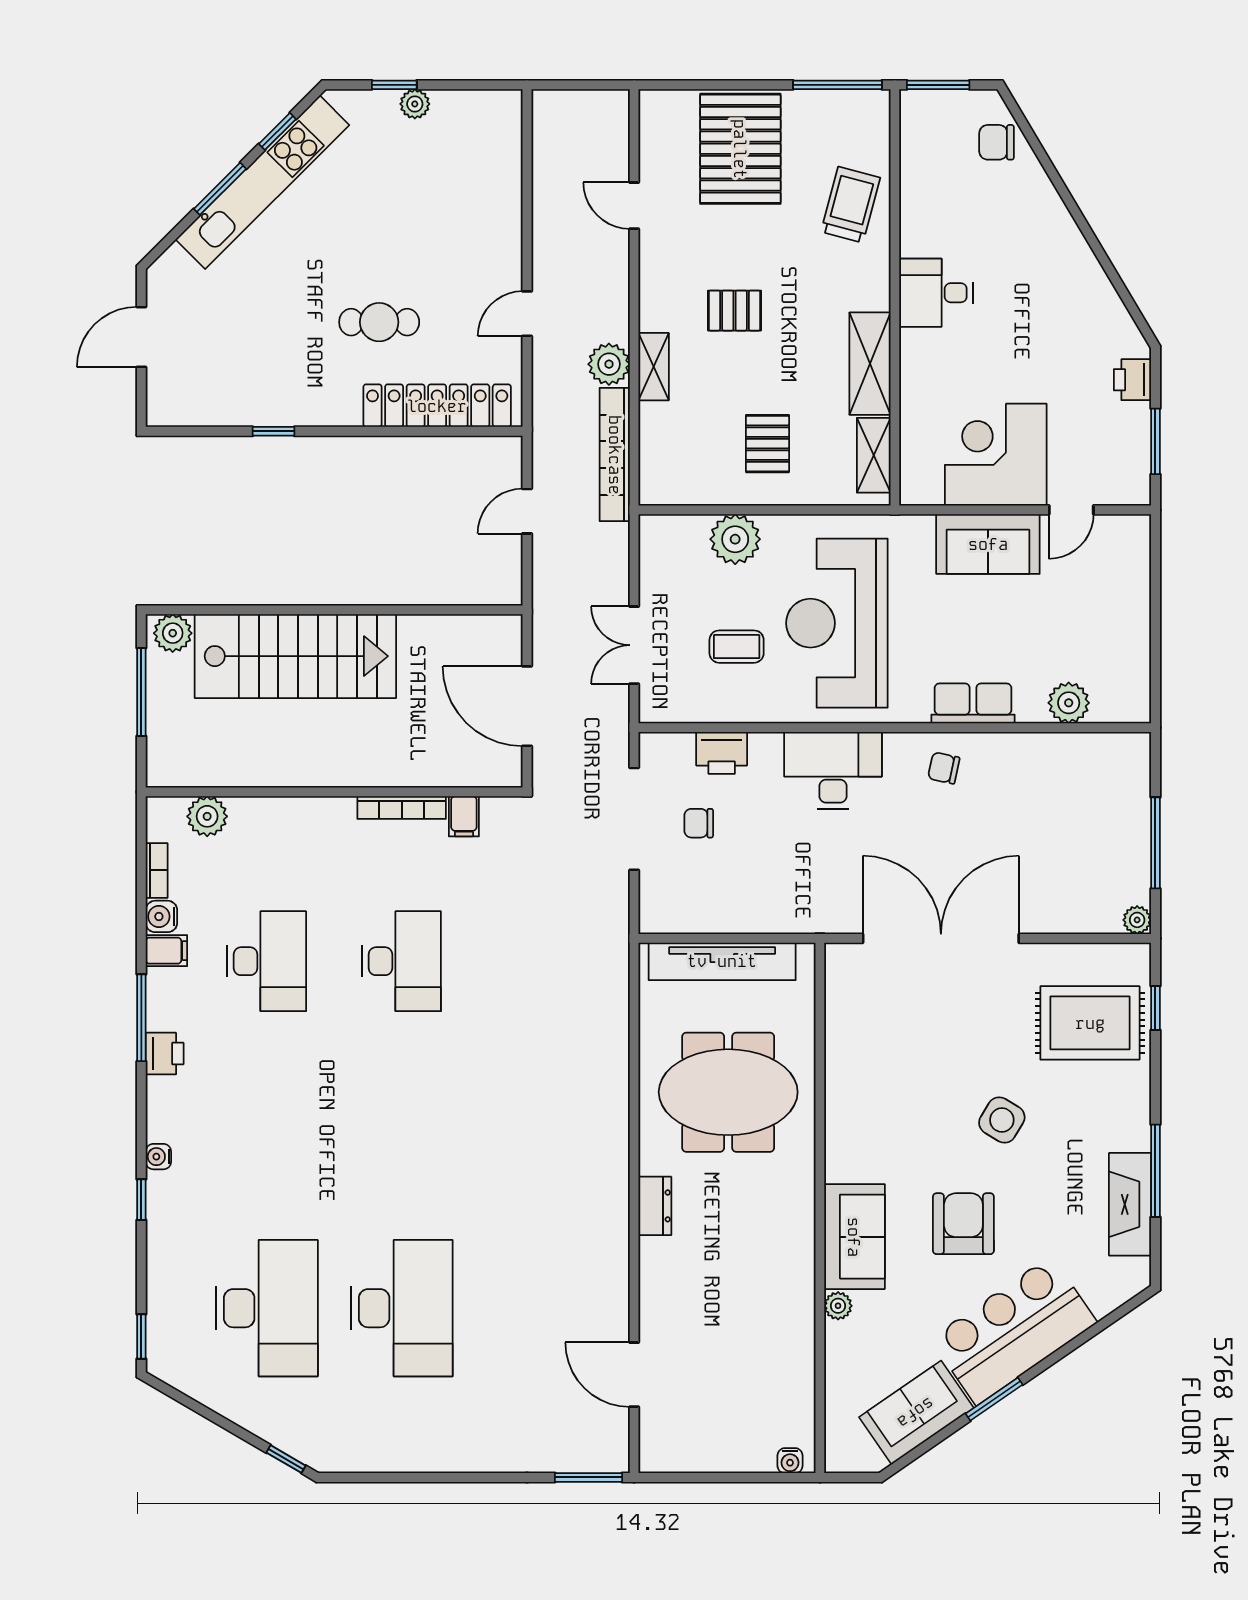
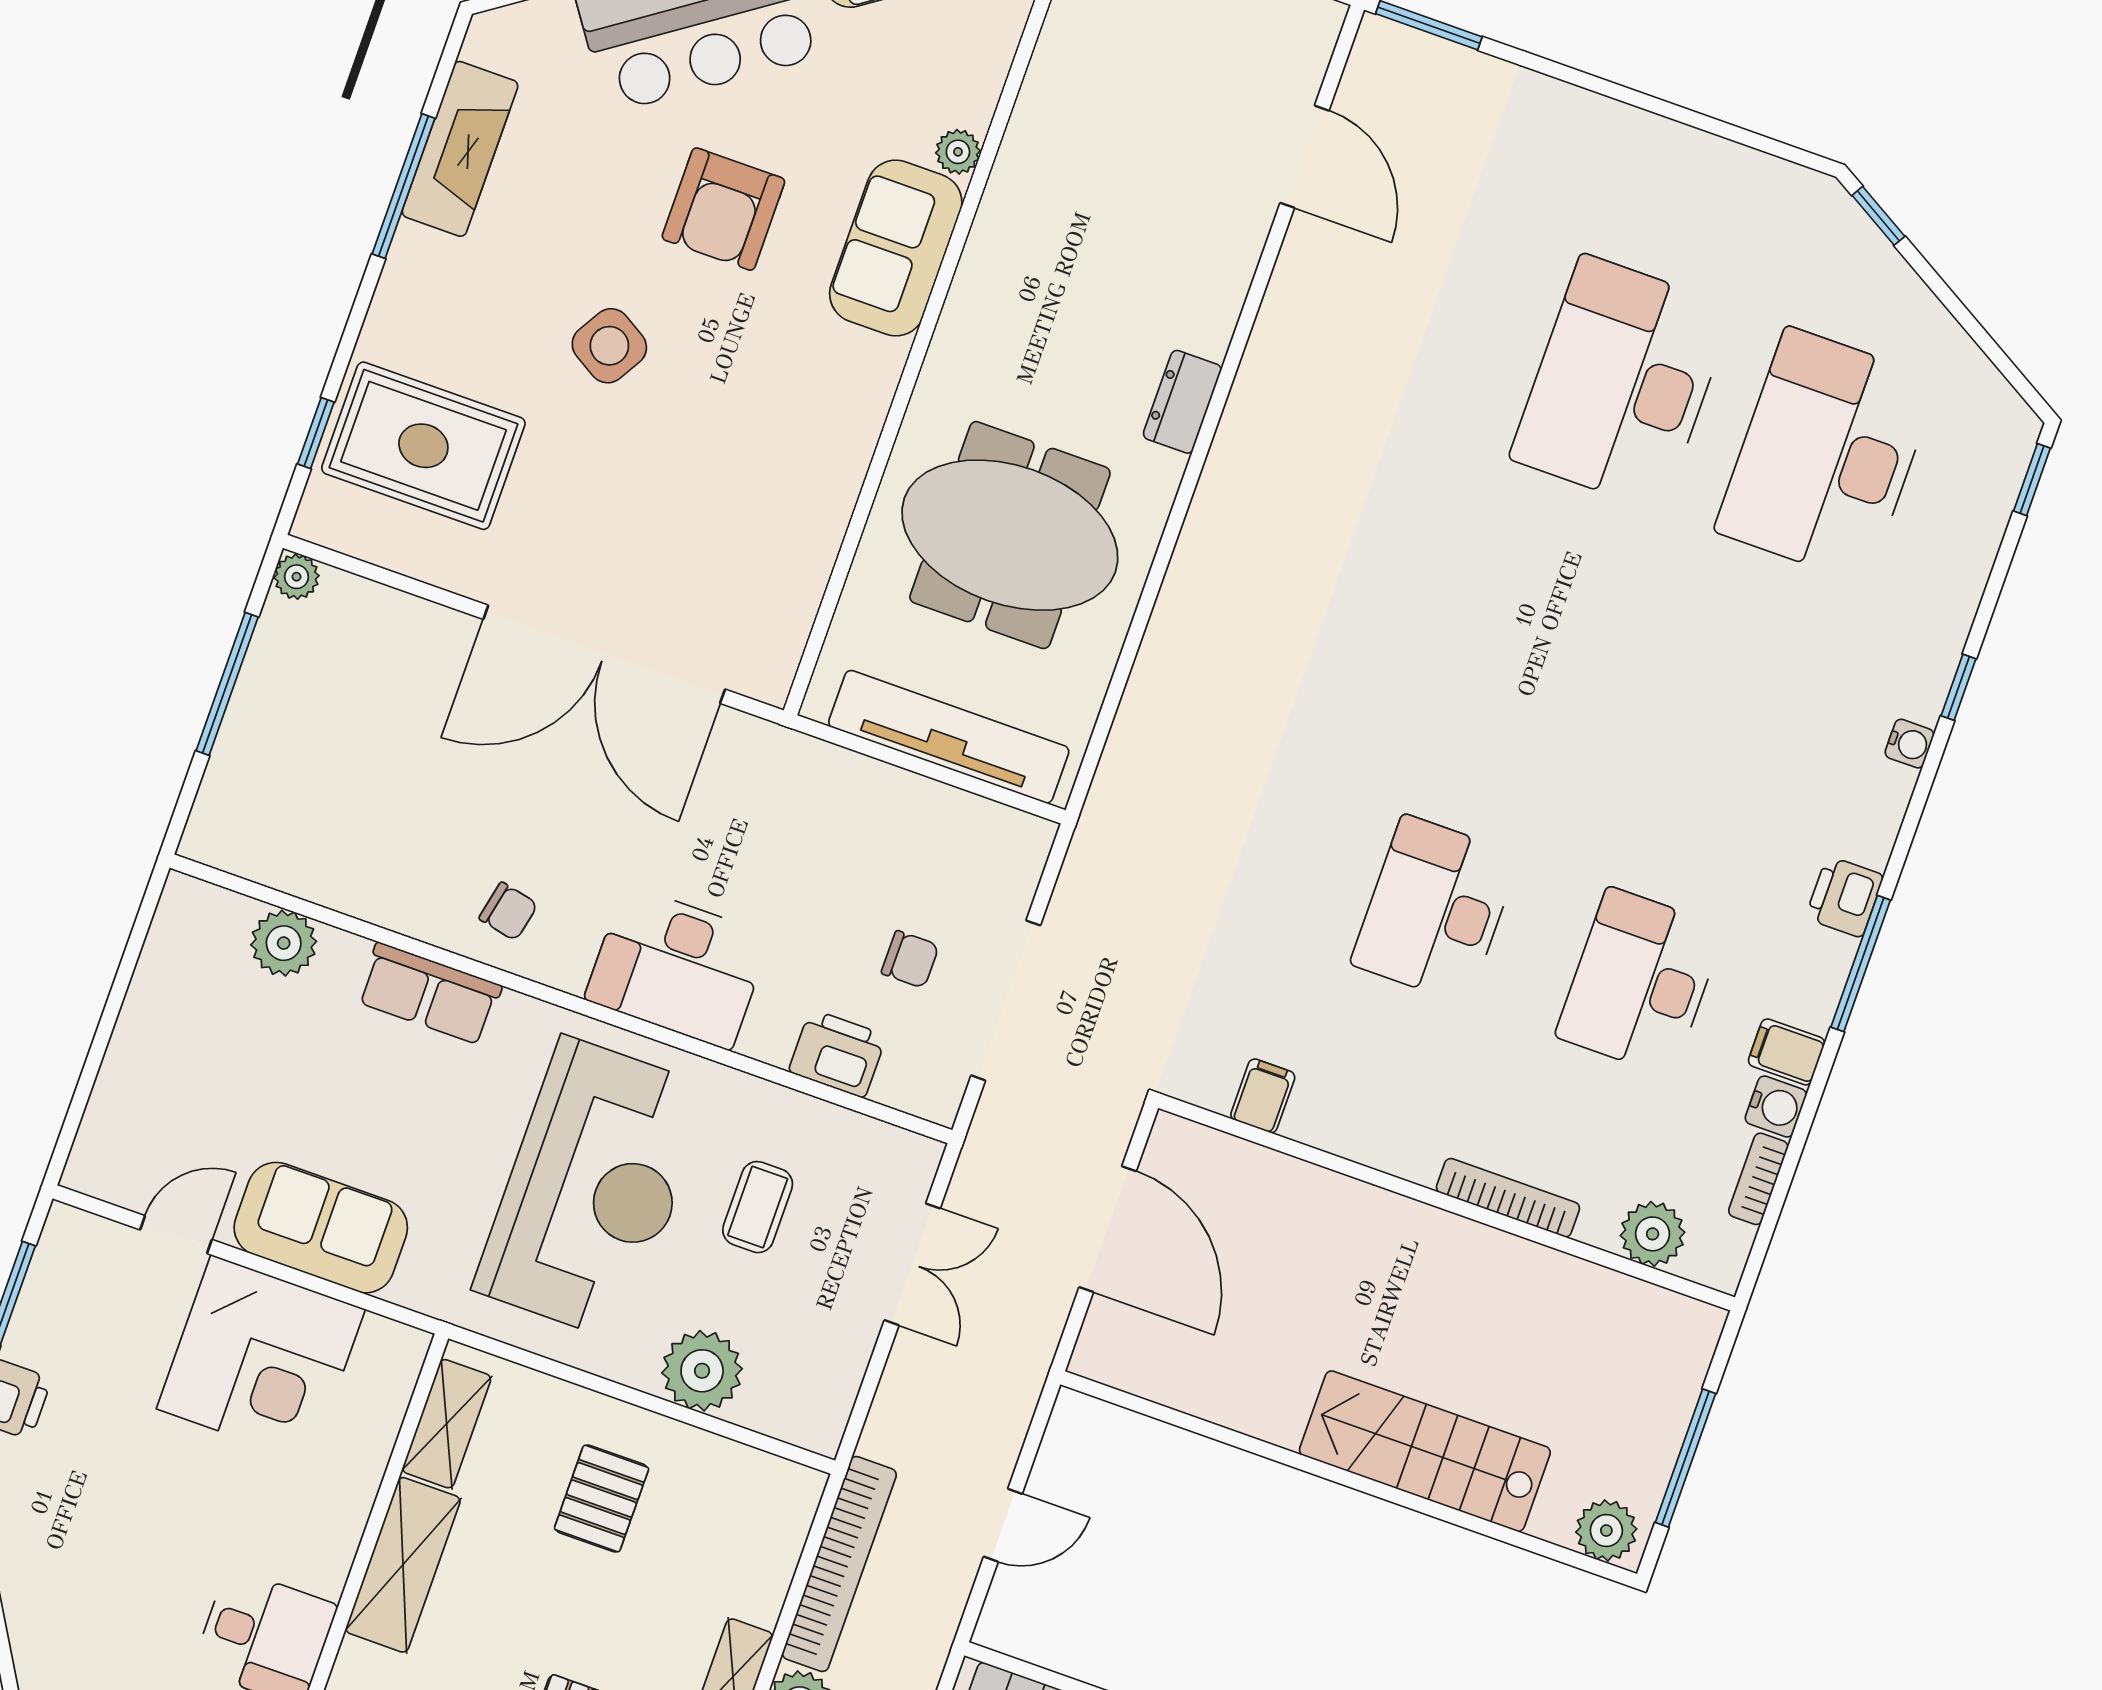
coffee table: (737, 647) -> (758, 1207), turned 90
stairs: (295, 656) -> (1425, 1451), width x0.73, depth x0.66
bookcase: (402, 808) -> (1508, 1198), moved

